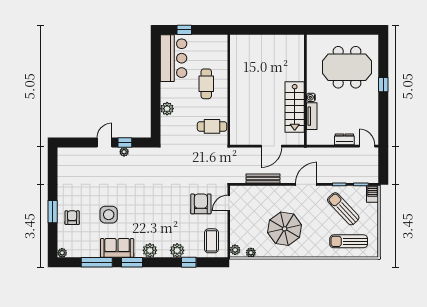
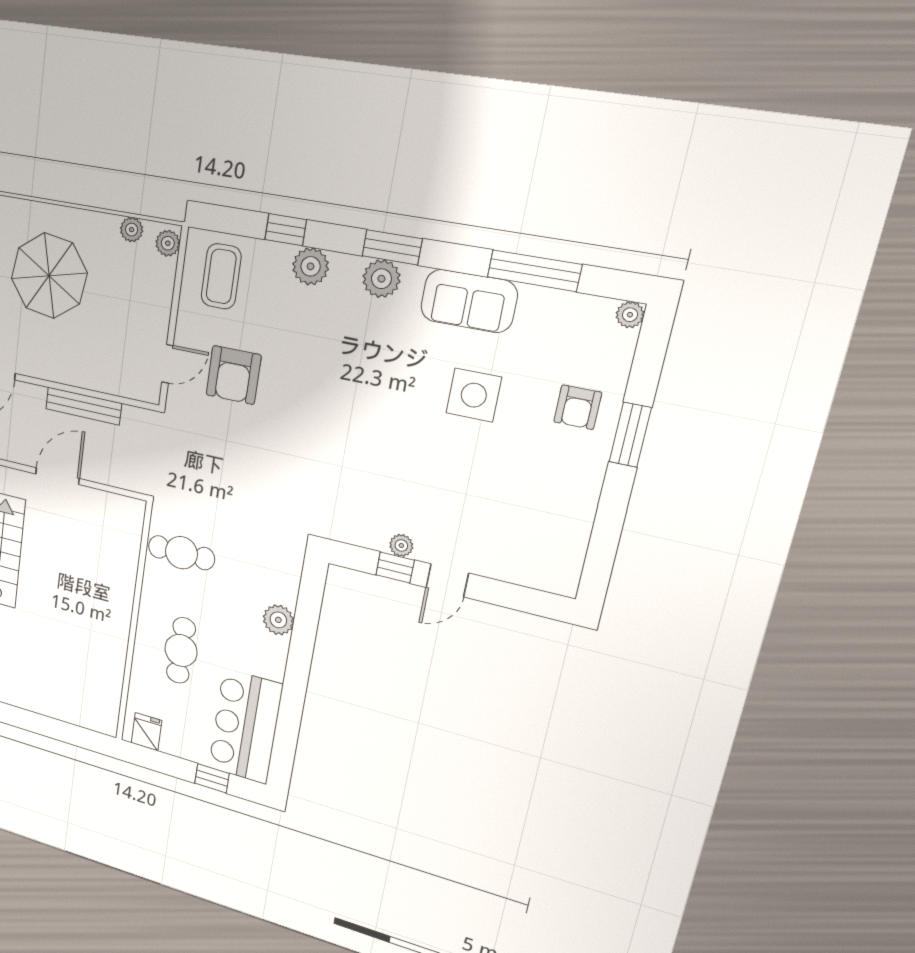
fridge: (217, 42) -> (146, 732), added
window: (132, 262) -> (392, 247), moved

